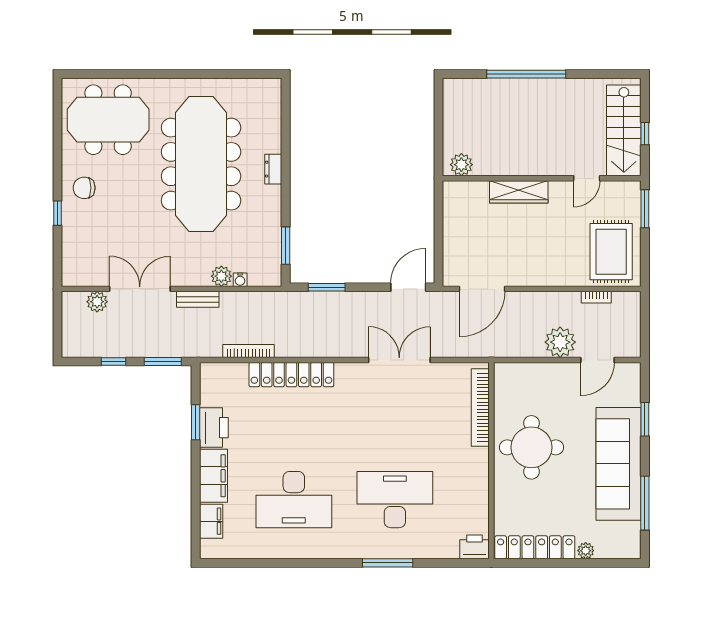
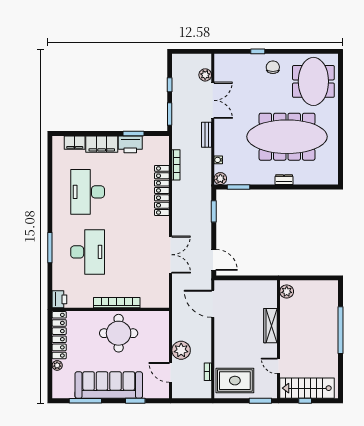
plant: (221, 276) -> (220, 179), moved
bookcase: (480, 407) -> (117, 303), moved

